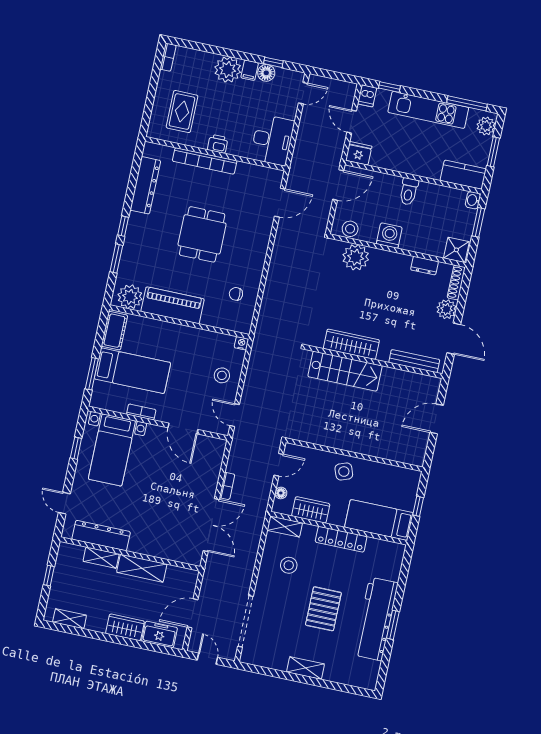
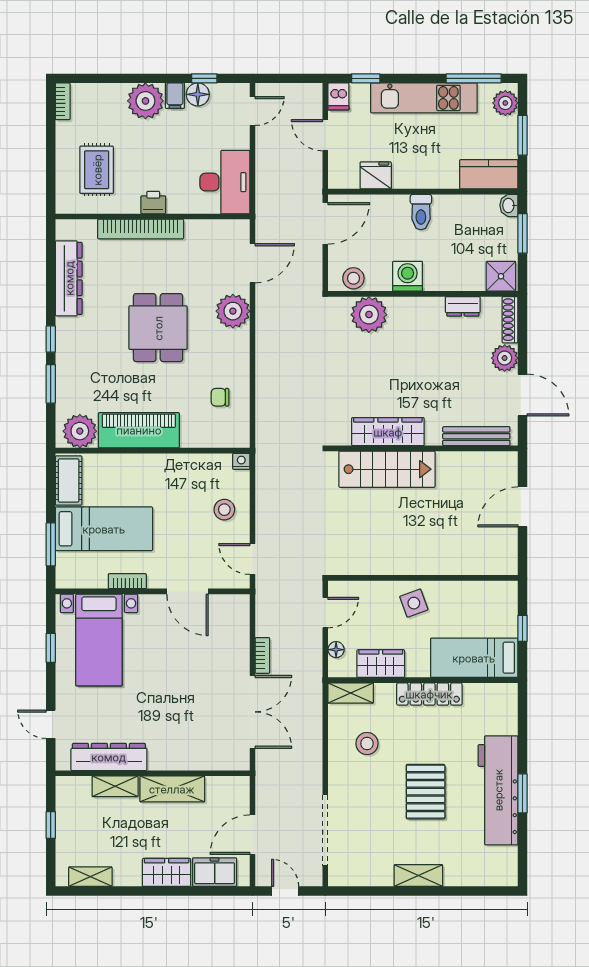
fridge: (359, 153) -> (376, 175), moved
plant: (258, 234) -> (233, 311), added

